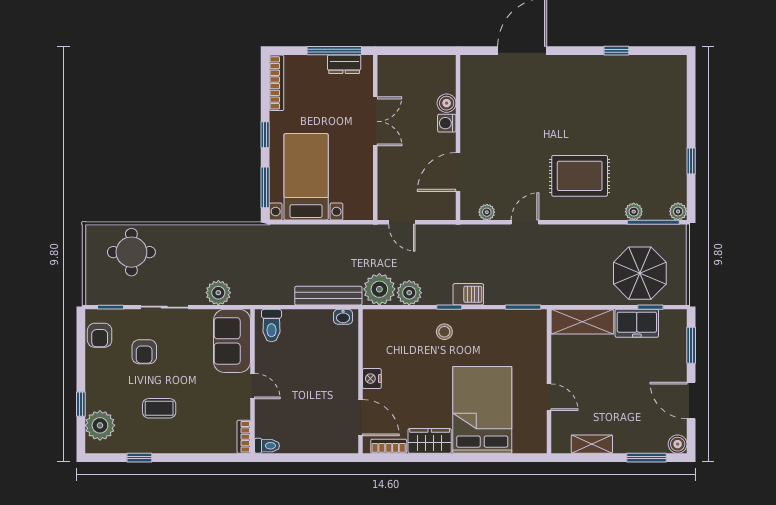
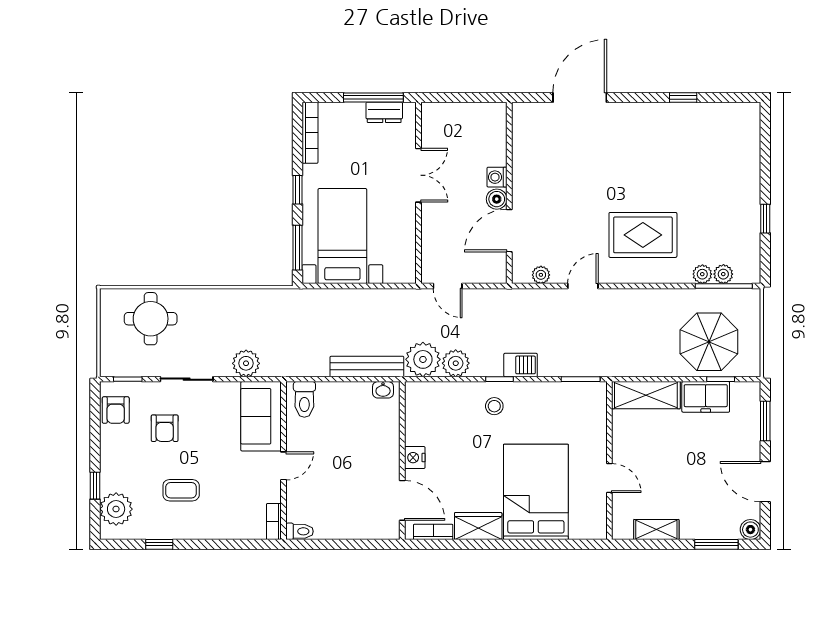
boiler: (447, 103) -> (497, 199), moved
plant: (678, 211) -> (723, 274), moved
door: (252, 386) -> (283, 466), hinge flipped

